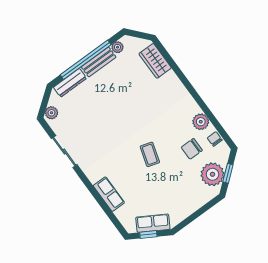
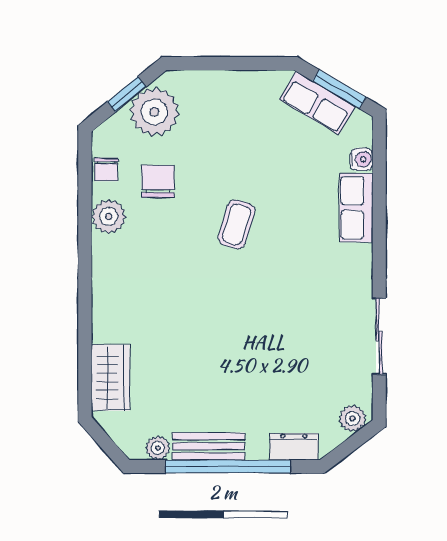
dresser: (70, 83) -> (294, 447), width x0.70
chair: (192, 149) -> (158, 181), turned -90
water cooler: (120, 214) -> (361, 159), added
window: (148, 235) -> (339, 89), width x1.50

